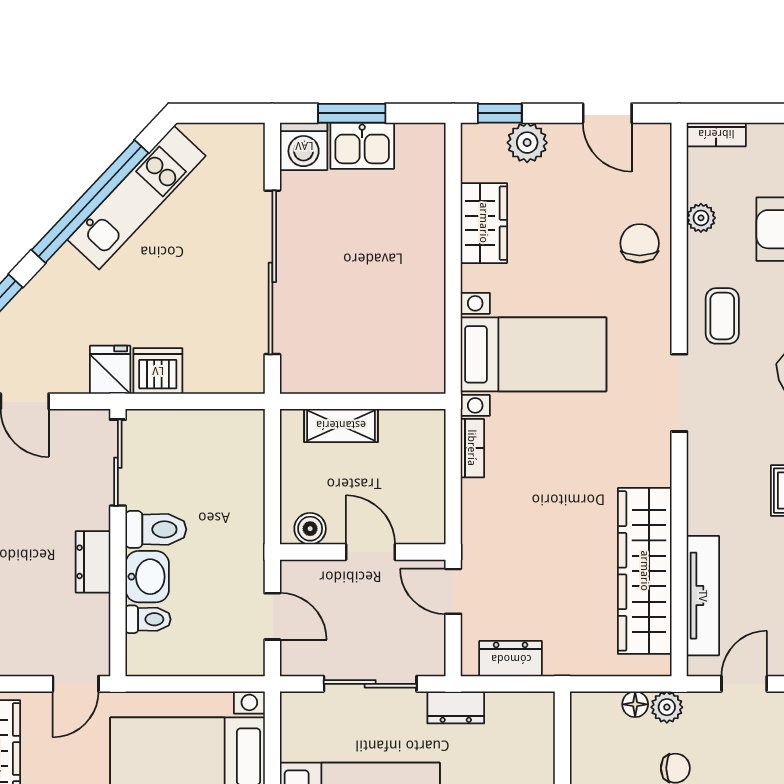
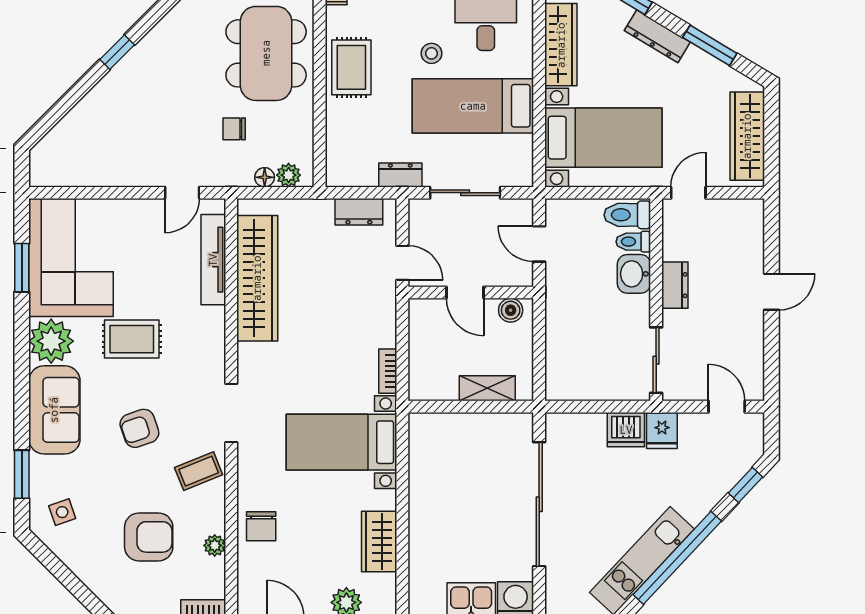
coffee table: (722, 316) -> (199, 471), turned 68
toilet: (156, 529) -> (627, 215), moved
plant: (667, 707) -> (289, 175), moved

